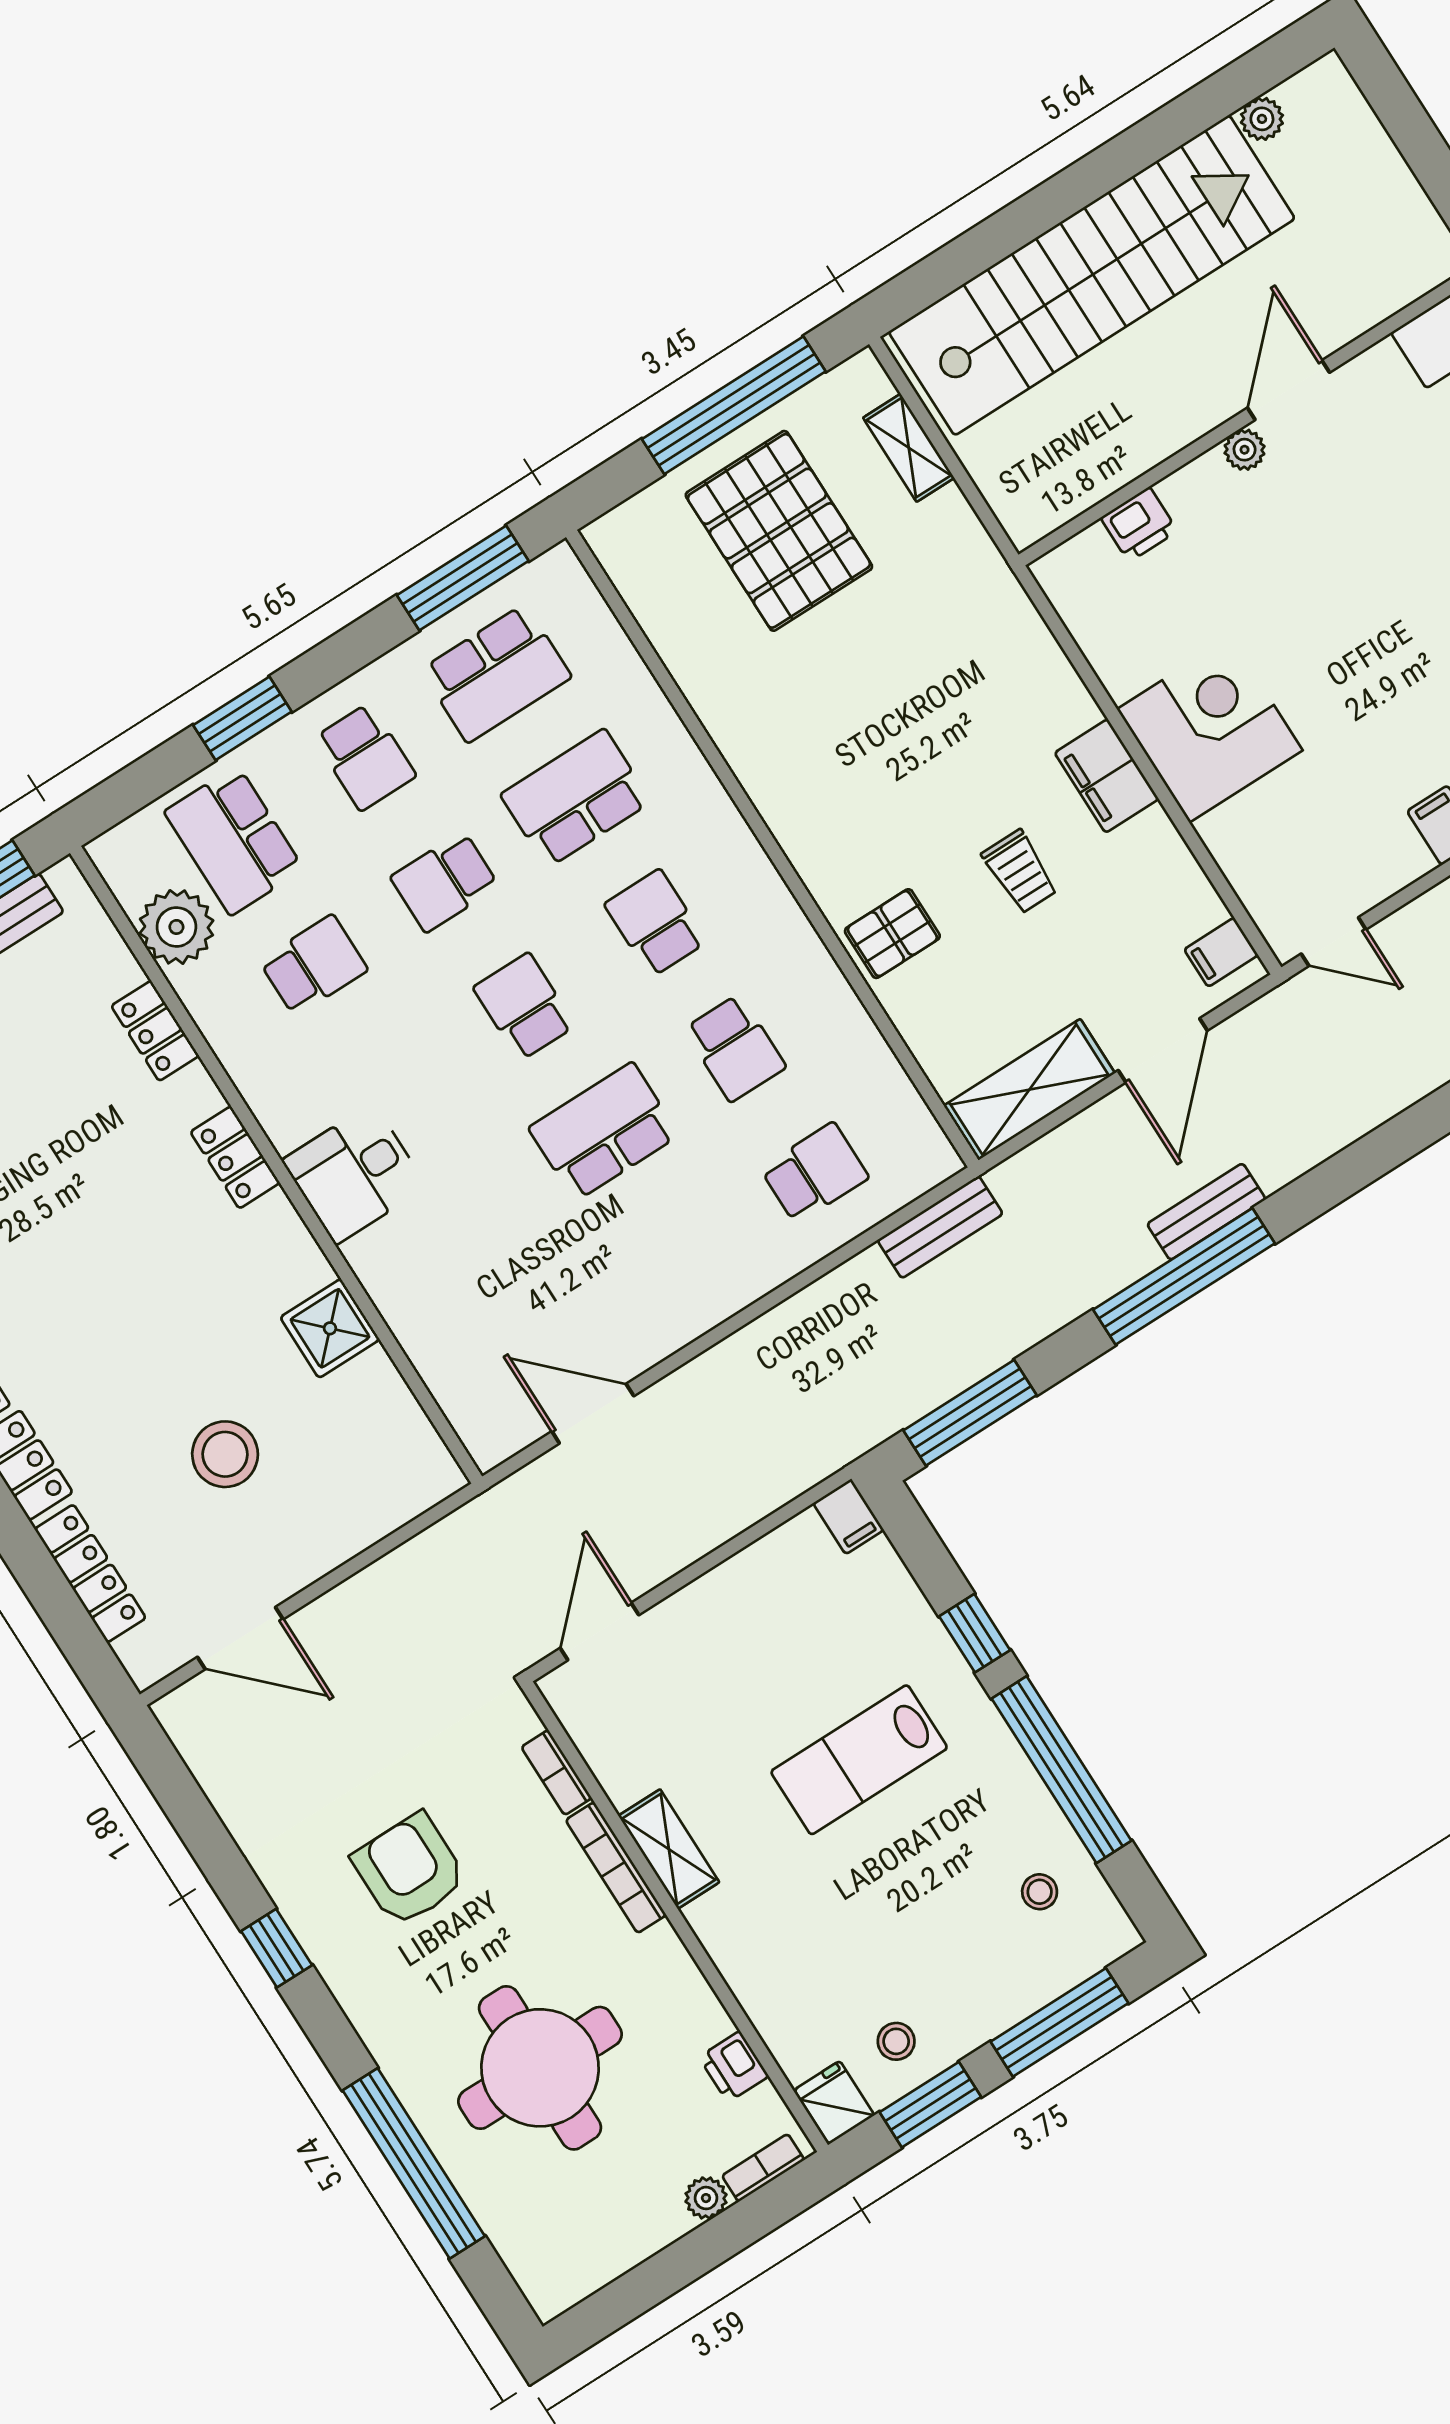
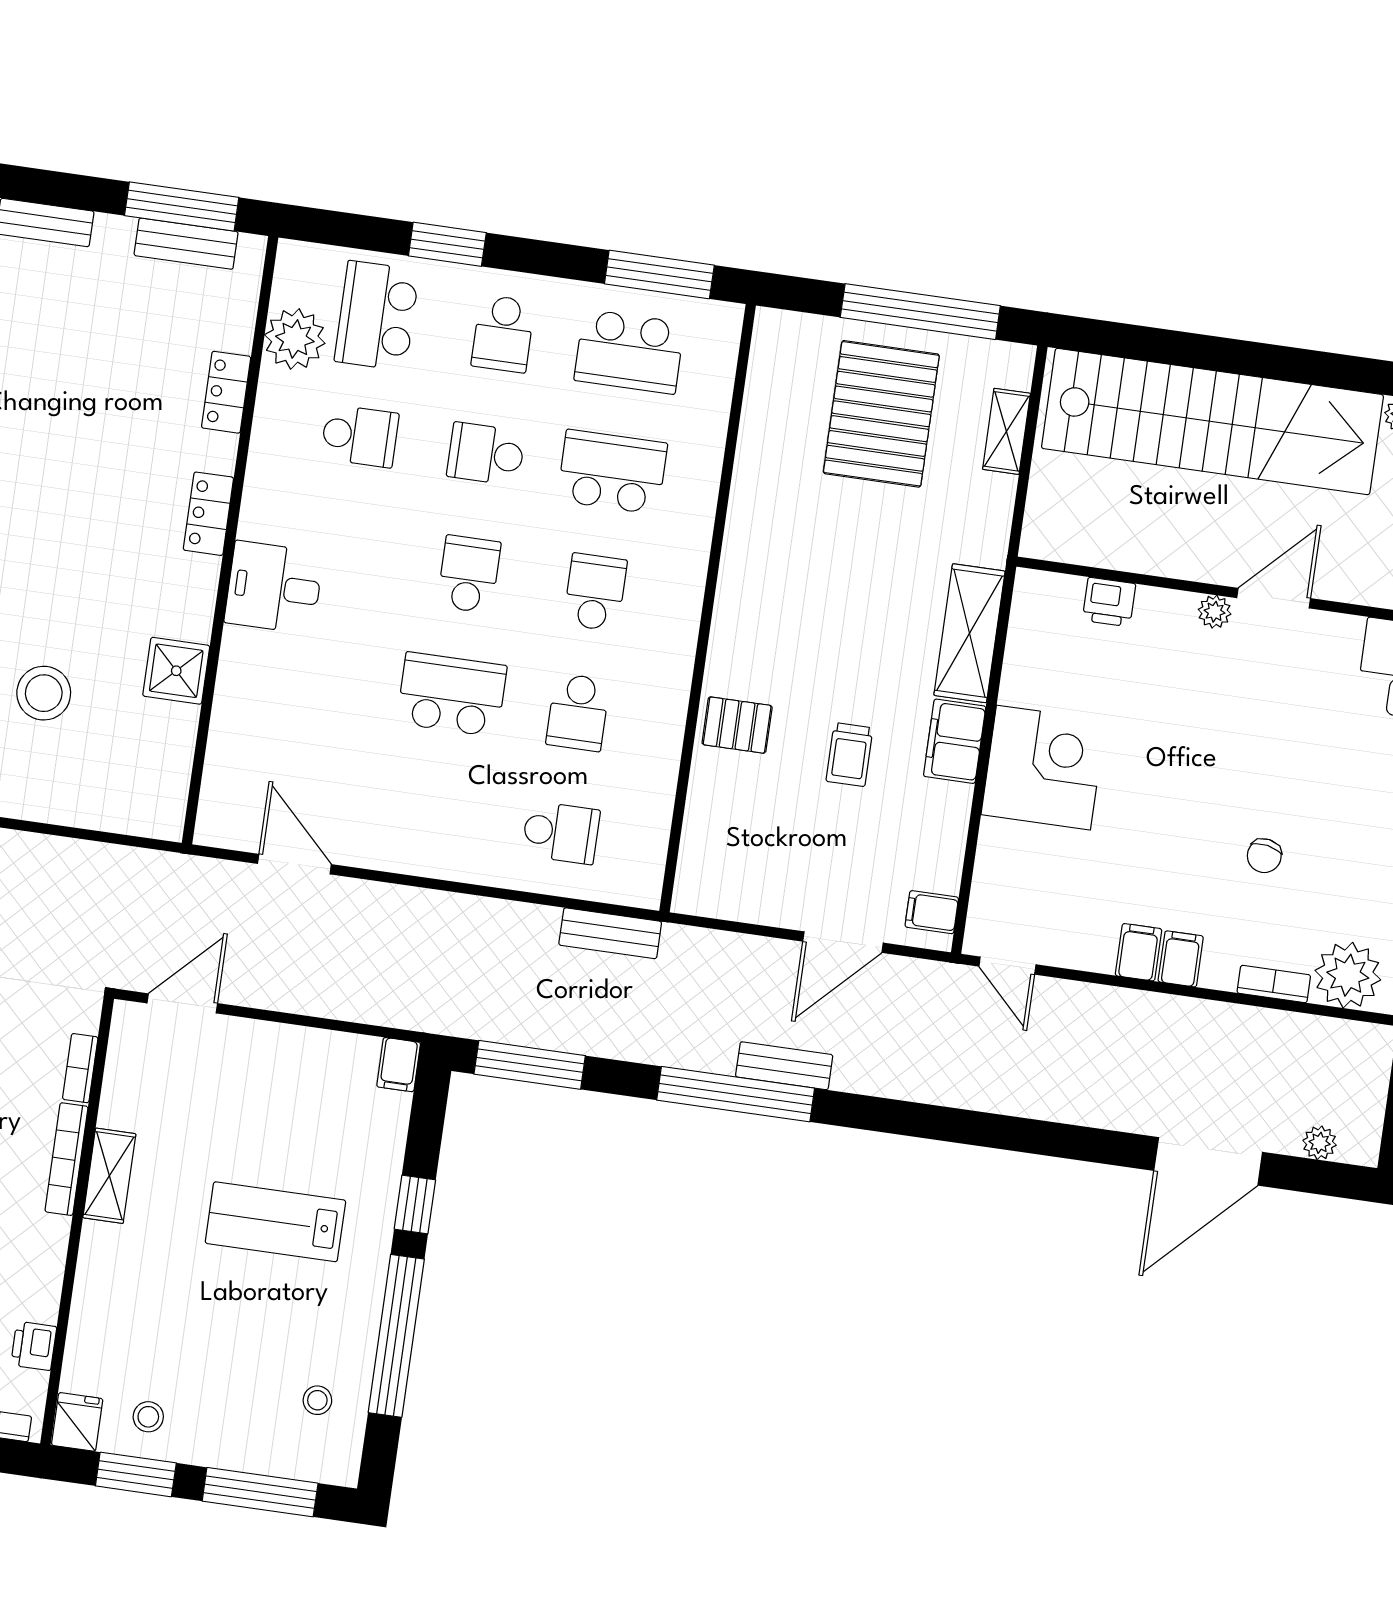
shelving: (1029, 1090) -> (969, 633), moved, turned 90

